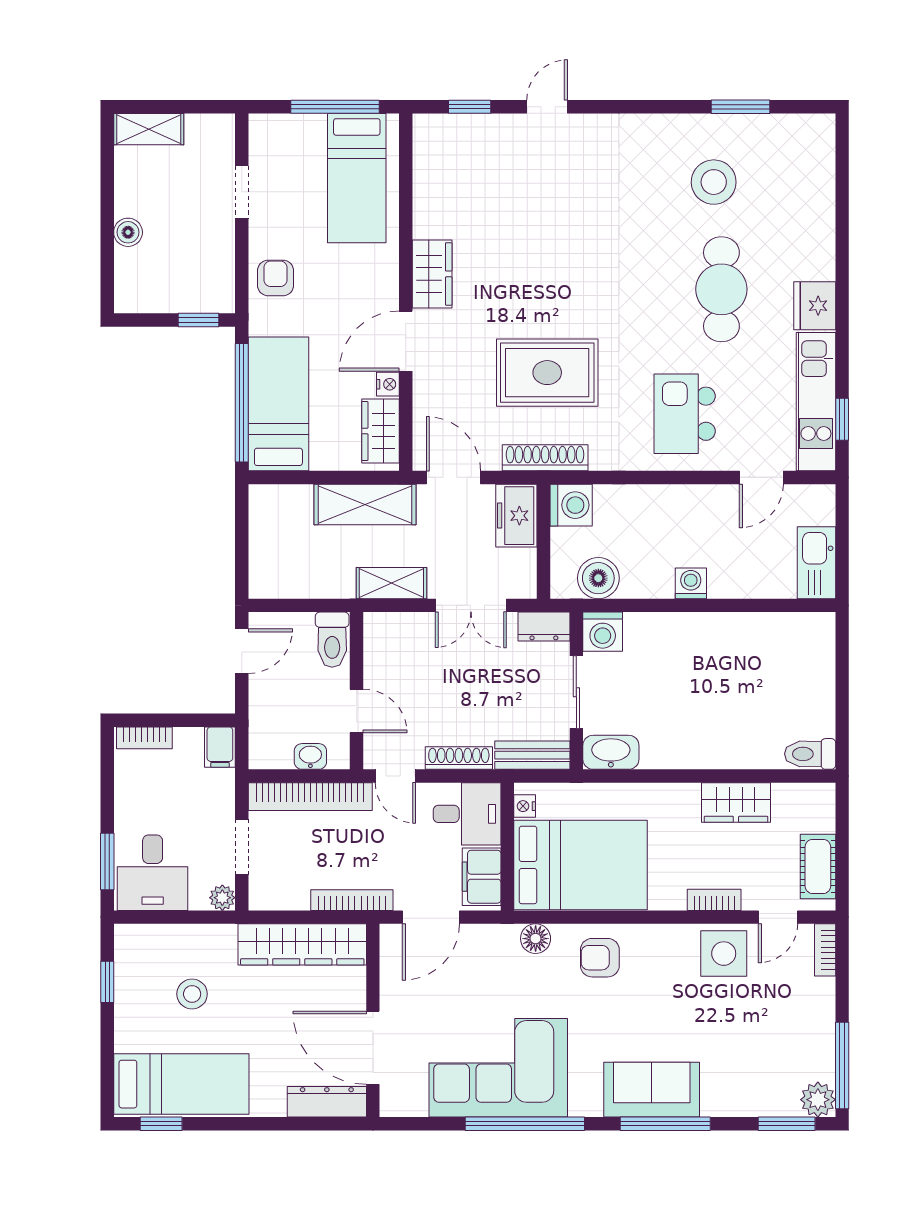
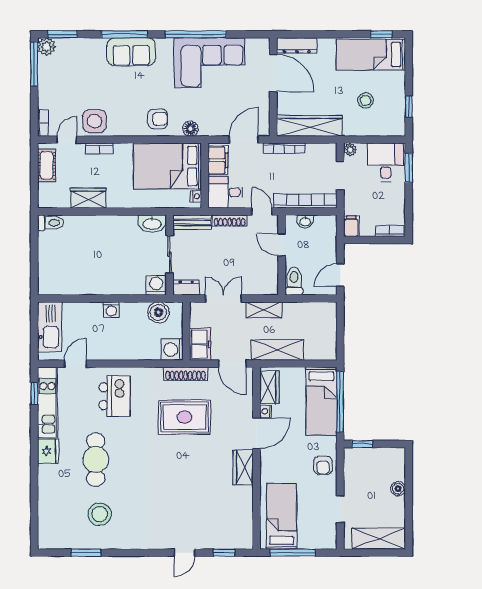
shelving: (149, 129) -> (379, 539), width x1.50, depth x1.33
kitchen sink: (816, 563) -> (50, 327), width x1.36, depth x1.24

